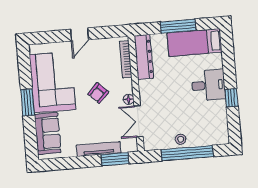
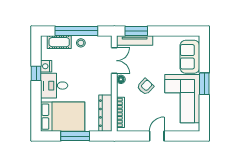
bed: (195, 42) -> (63, 117), width x1.50
nightstand: (220, 108) -> (46, 66), added
cot: (207, 138) -> (59, 42), added
tv unit: (99, 149) -> (135, 41), moved

